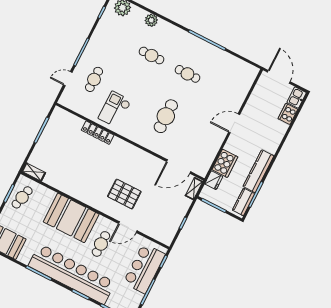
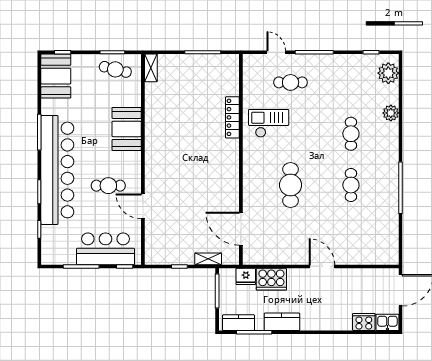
cafe table: (166, 116) -> (291, 185), turned 90
kitchen counter: (258, 171) -> (282, 322), width x0.67
shelving: (194, 189) -> (208, 259), moved
pallet: (124, 194) -> (178, 183), removed
booth: (71, 218) -> (127, 129), width x0.73, depth x0.70

